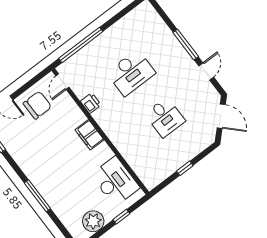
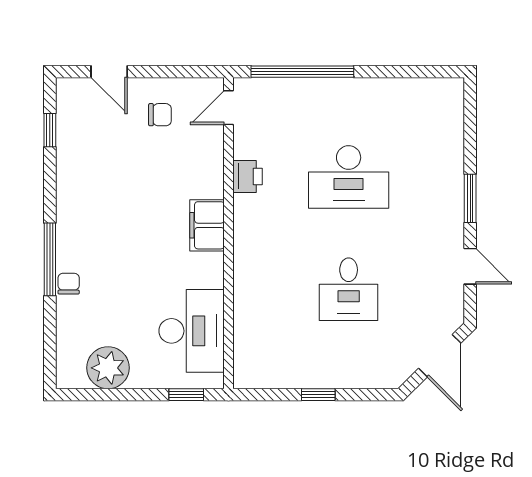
window: (186, 45) -> (470, 198), width x0.69
door: (206, 72) -> (470, 266), hinge flipped
chair: (37, 105) -> (160, 115), width x0.54, depth x0.54
chair: (52, 200) -> (69, 284), added
window: (121, 217) -> (186, 395), moved

